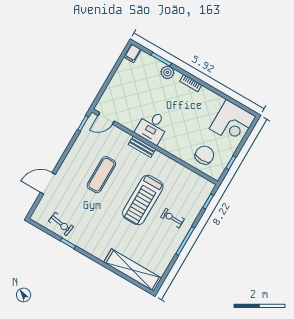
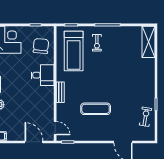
door: (105, 87) -> (34, 142), added
desk: (152, 127) -> (43, 75), moved
chair: (204, 155) -> (41, 46), turned 95
treadmill: (143, 200) -> (74, 51), moved, turned 90
shelving: (133, 270) -> (149, 42), width x0.68

